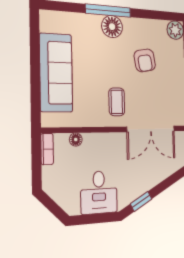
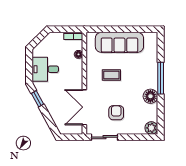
floor lamp: (112, 27) -> (150, 96), moved
armchair: (145, 60) -> (116, 113), moved, turned 100
coffee table: (117, 102) -> (111, 75), moved

